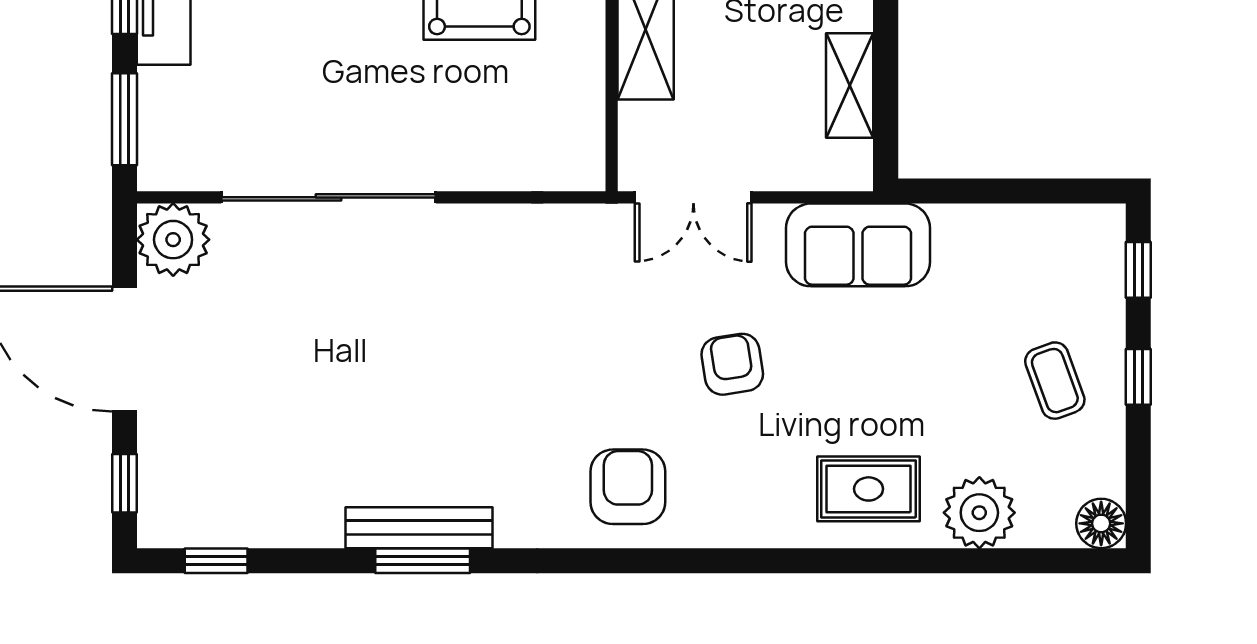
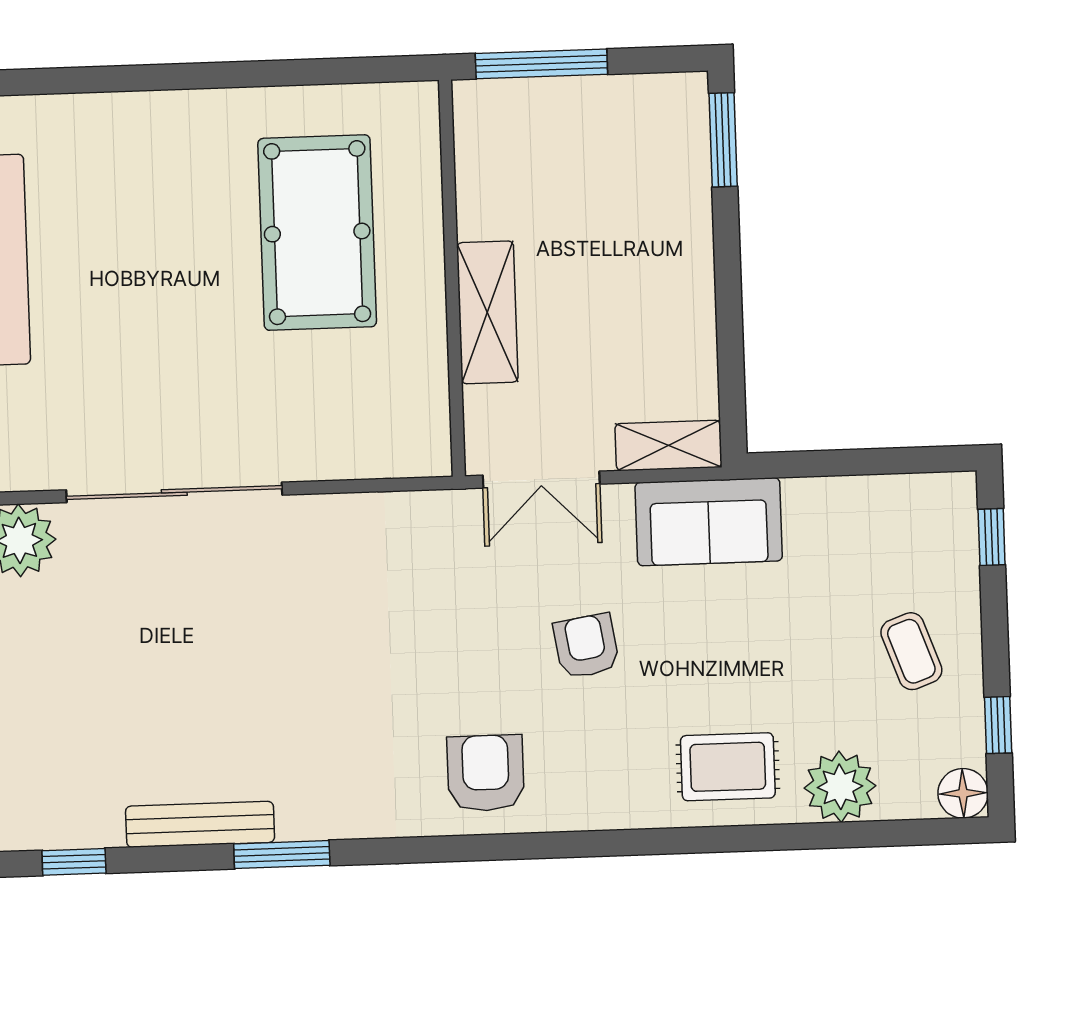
shelving: (850, 85) -> (669, 445), moved, turned 90
window: (1138, 377) -> (998, 725), moved
bench: (419, 528) -> (200, 824), moved

